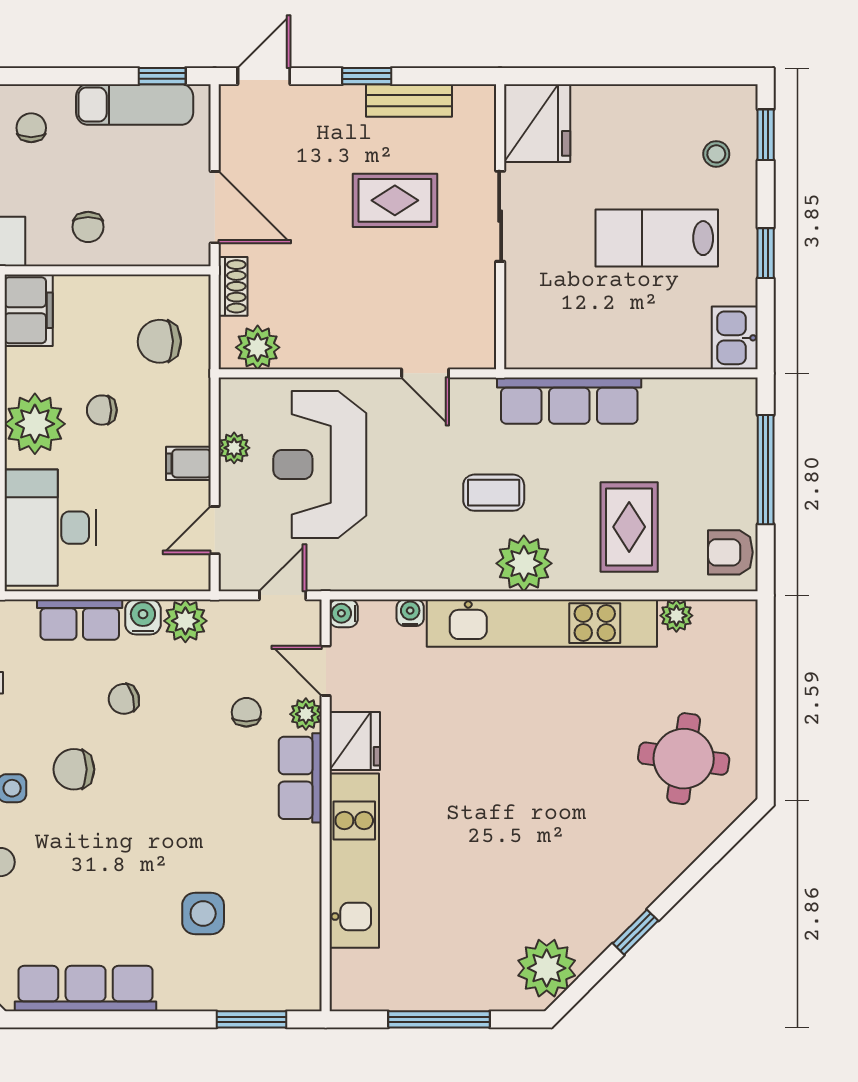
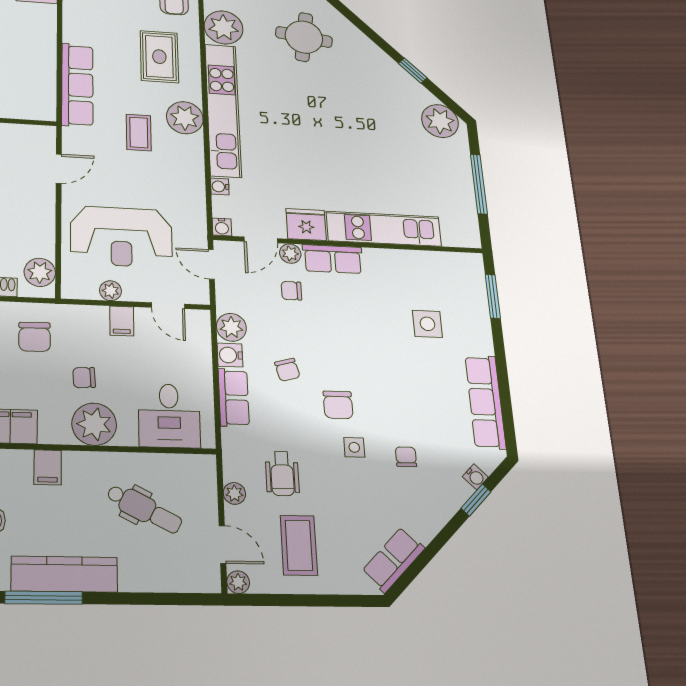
chair: (102, 410) -> (84, 378), turned 87
rug: (629, 527) -> (159, 57), turned 90
desk: (50, 528) -> (169, 416), width x0.73
plant: (676, 616) -> (224, 27), width x1.88, depth x1.88

